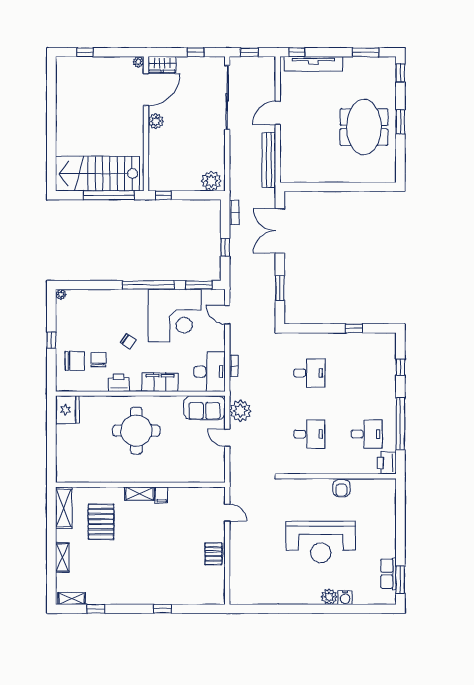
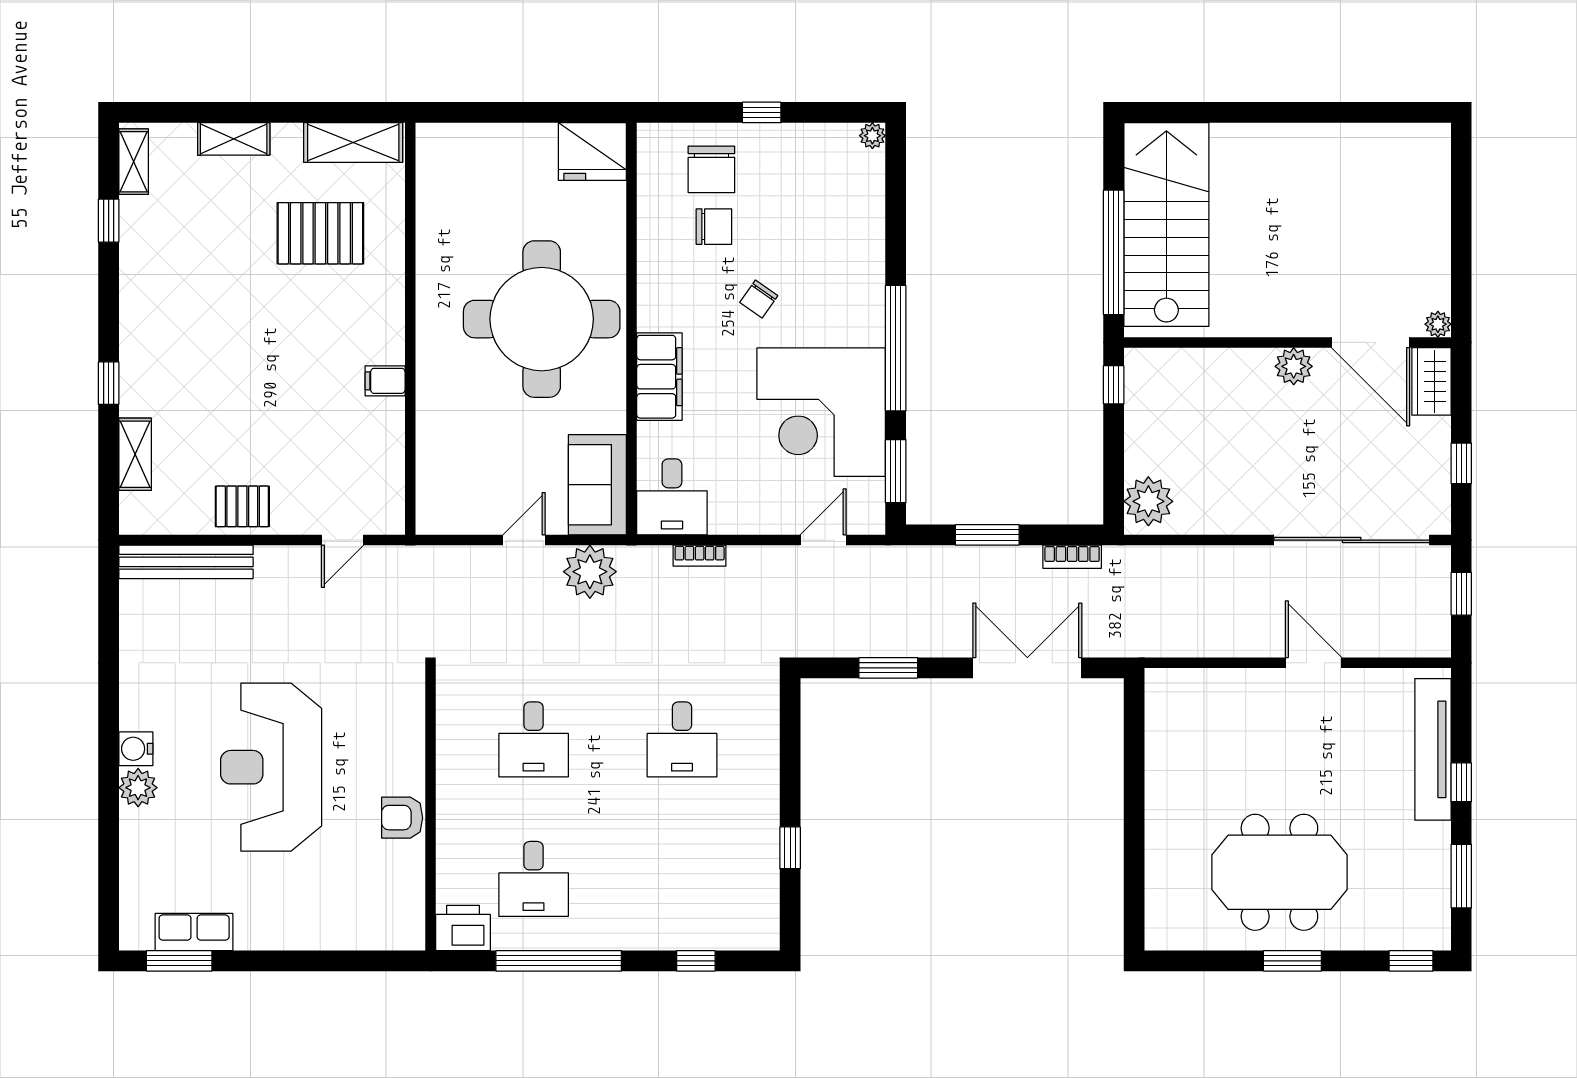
window: (85, 52) -> (1461, 194), removed
window: (297, 52) -> (1461, 782), moved
bench: (269, 160) -> (186, 562), moved
window: (225, 247) -> (987, 535), width x1.50
desk: (210, 372) -> (672, 497), width x0.73
printer: (119, 383) -> (658, 276), removed
round table: (136, 431) -> (542, 319), width x1.36, depth x1.36
shelving: (140, 494) -> (135, 454), moved
water cooler: (345, 598) -> (136, 749), moved

